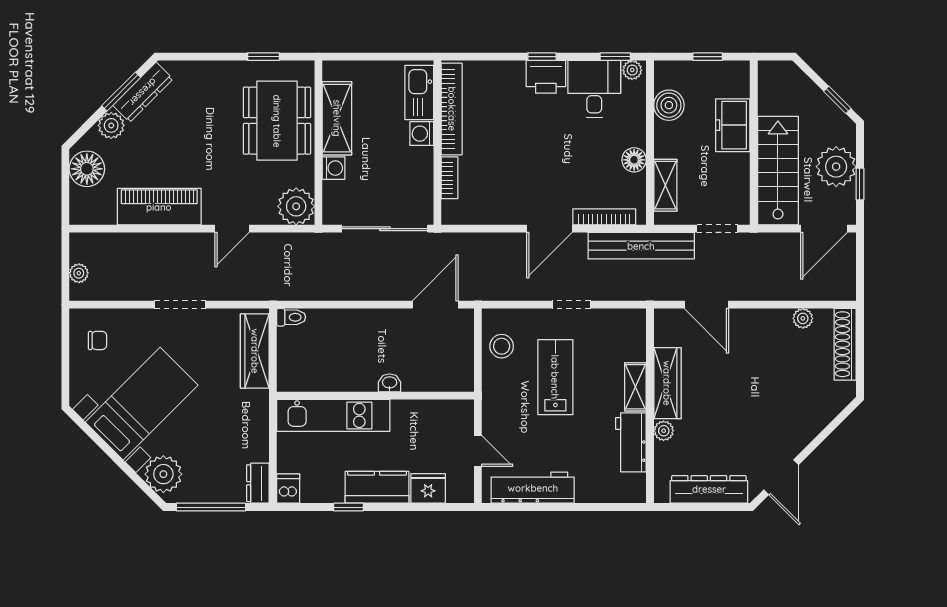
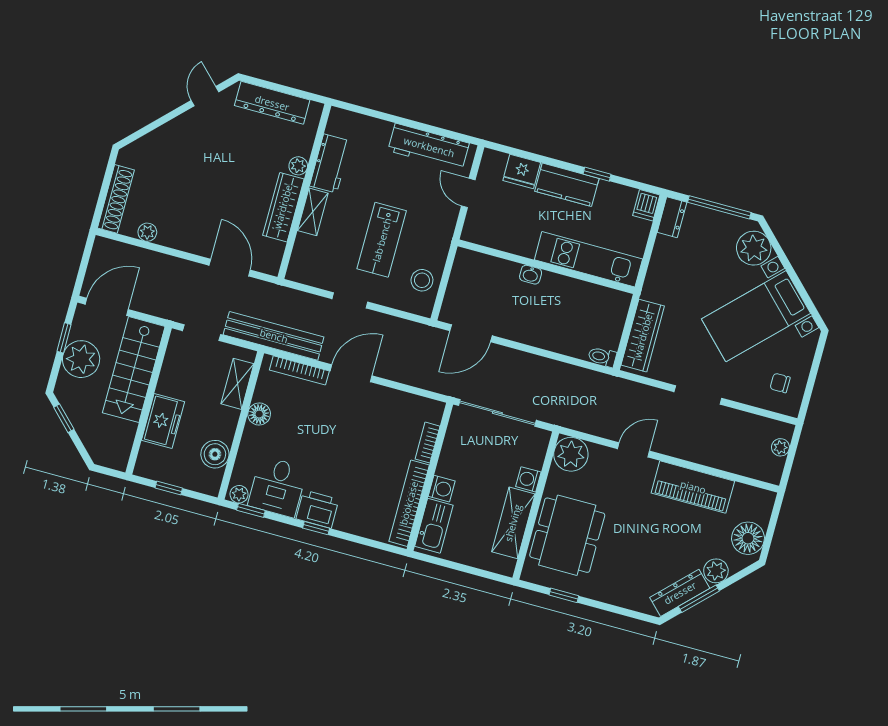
door: (781, 477) -> (205, 96), width x0.73

